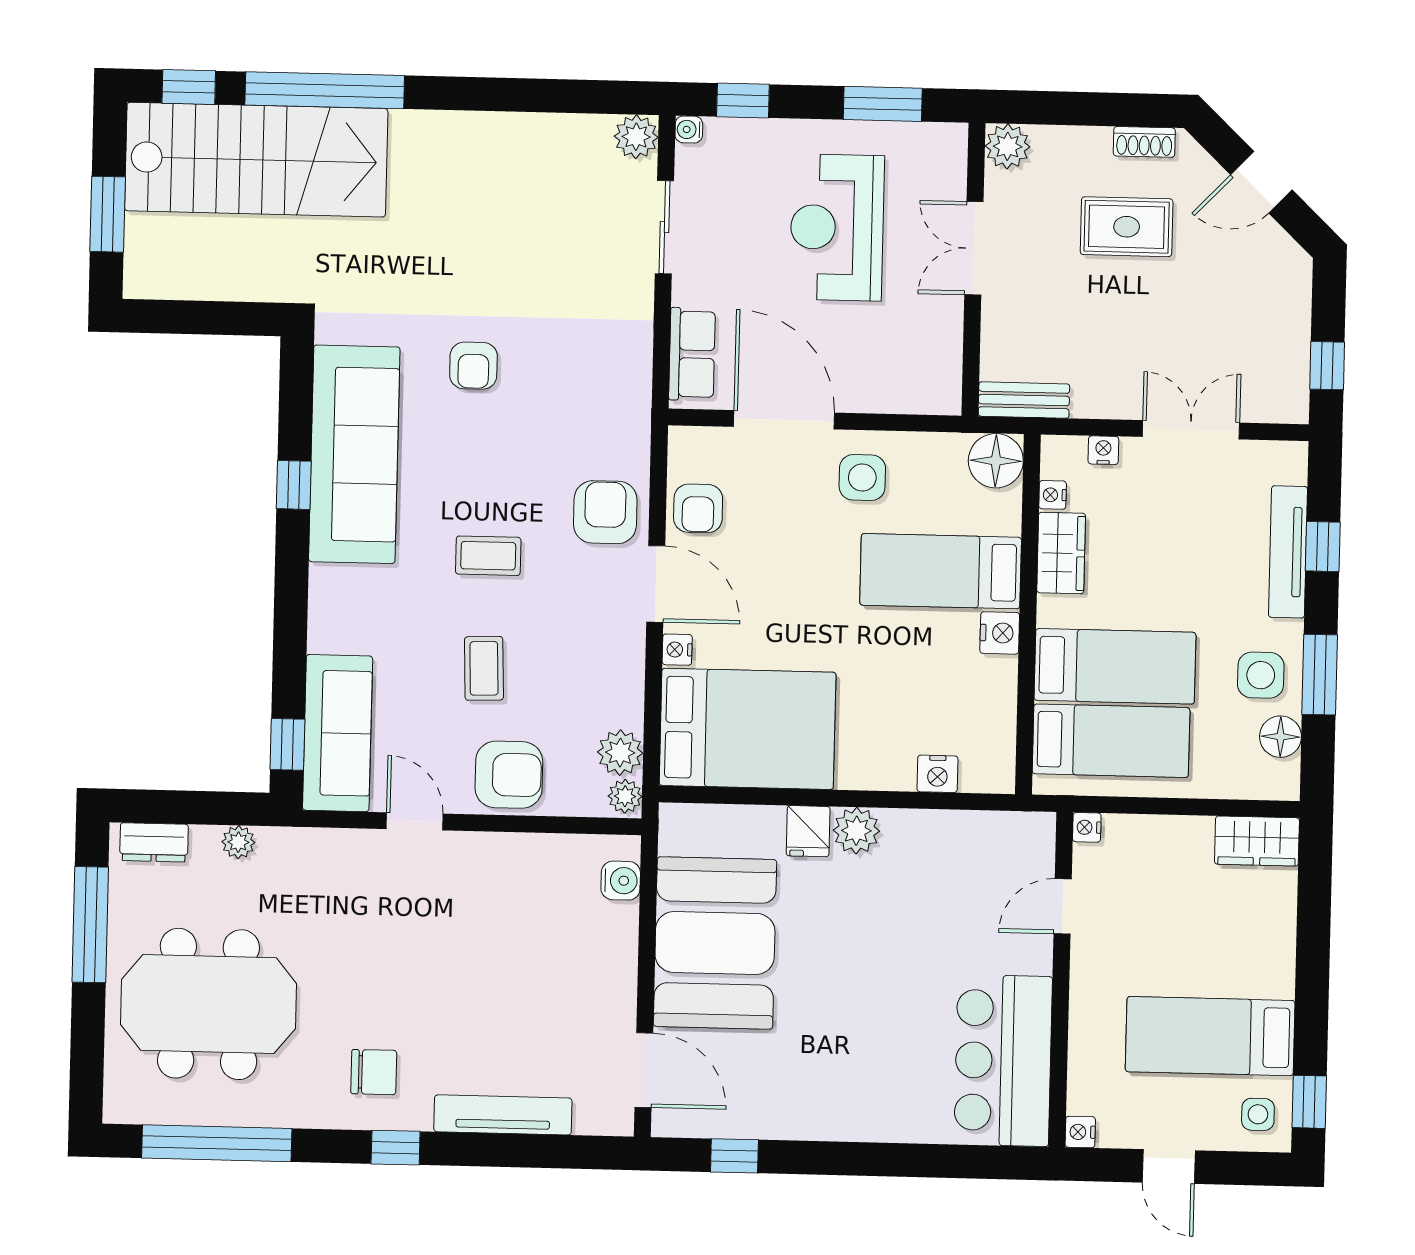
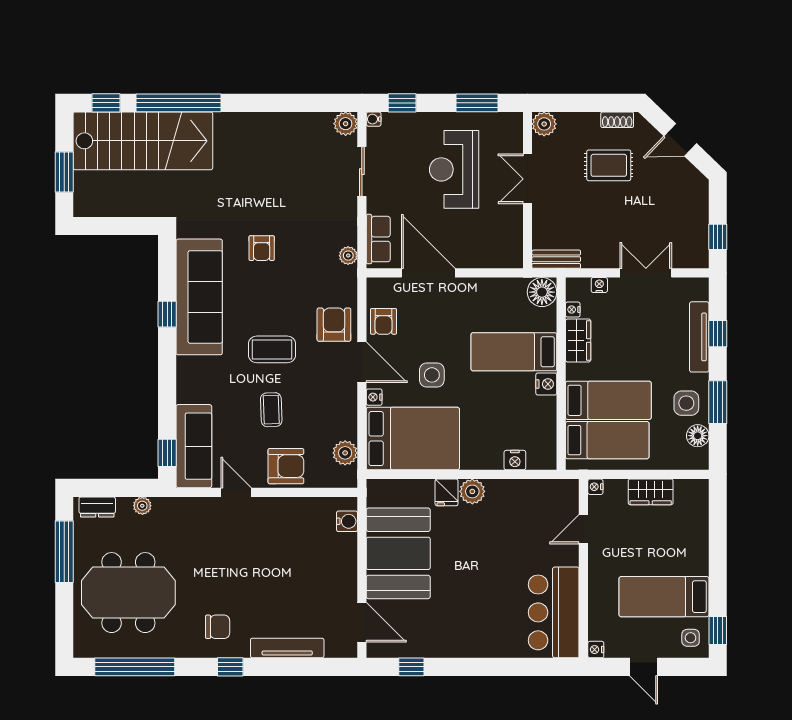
side table: (862, 478) -> (432, 375), moved
coffee table: (488, 556) -> (272, 349), width x1.36, depth x1.30
plant: (625, 796) -> (348, 256), moved
wardrobe: (1257, 841) -> (651, 492), moved

